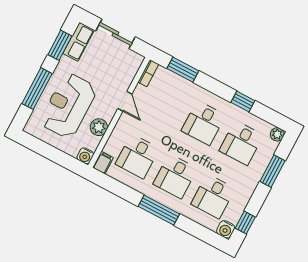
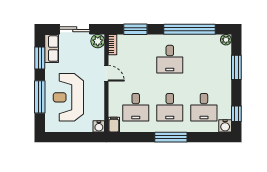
window: (243, 101) -> (190, 29), width x3.17
plant: (99, 127) -> (98, 41), moved
desk: (241, 143) -> (204, 59), removed

